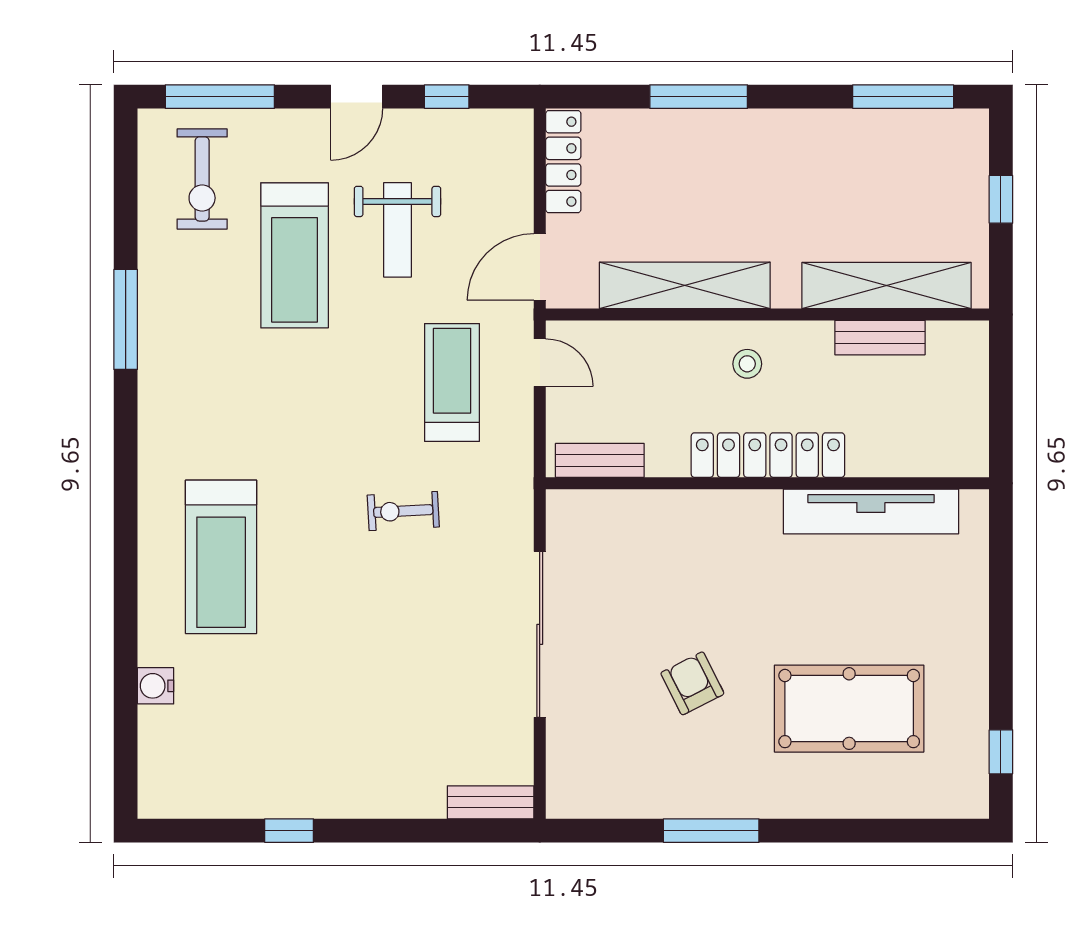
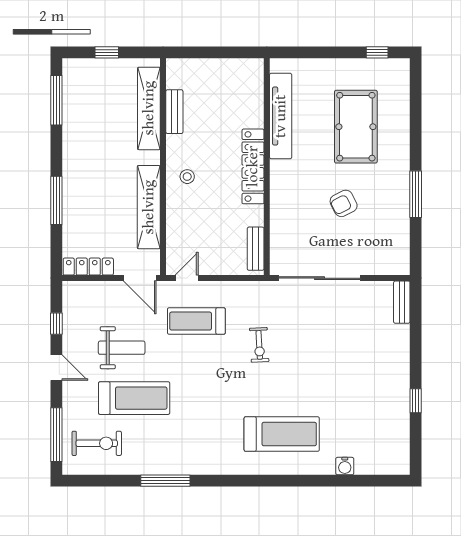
locker: (768, 455) -> (253, 166), moved
bench: (600, 460) -> (256, 249), moved
wall: (767, 483) -> (267, 167), moved
tv unit: (871, 512) -> (281, 116), moved

